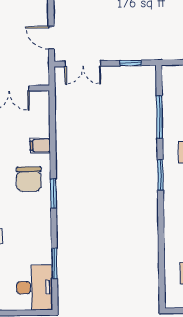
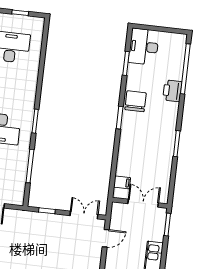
door: (51, 38) -> (106, 238), hinge flipped
filing cabinet: (40, 146) -> (122, 182), moved
chair: (29, 179) -> (136, 101), moved

